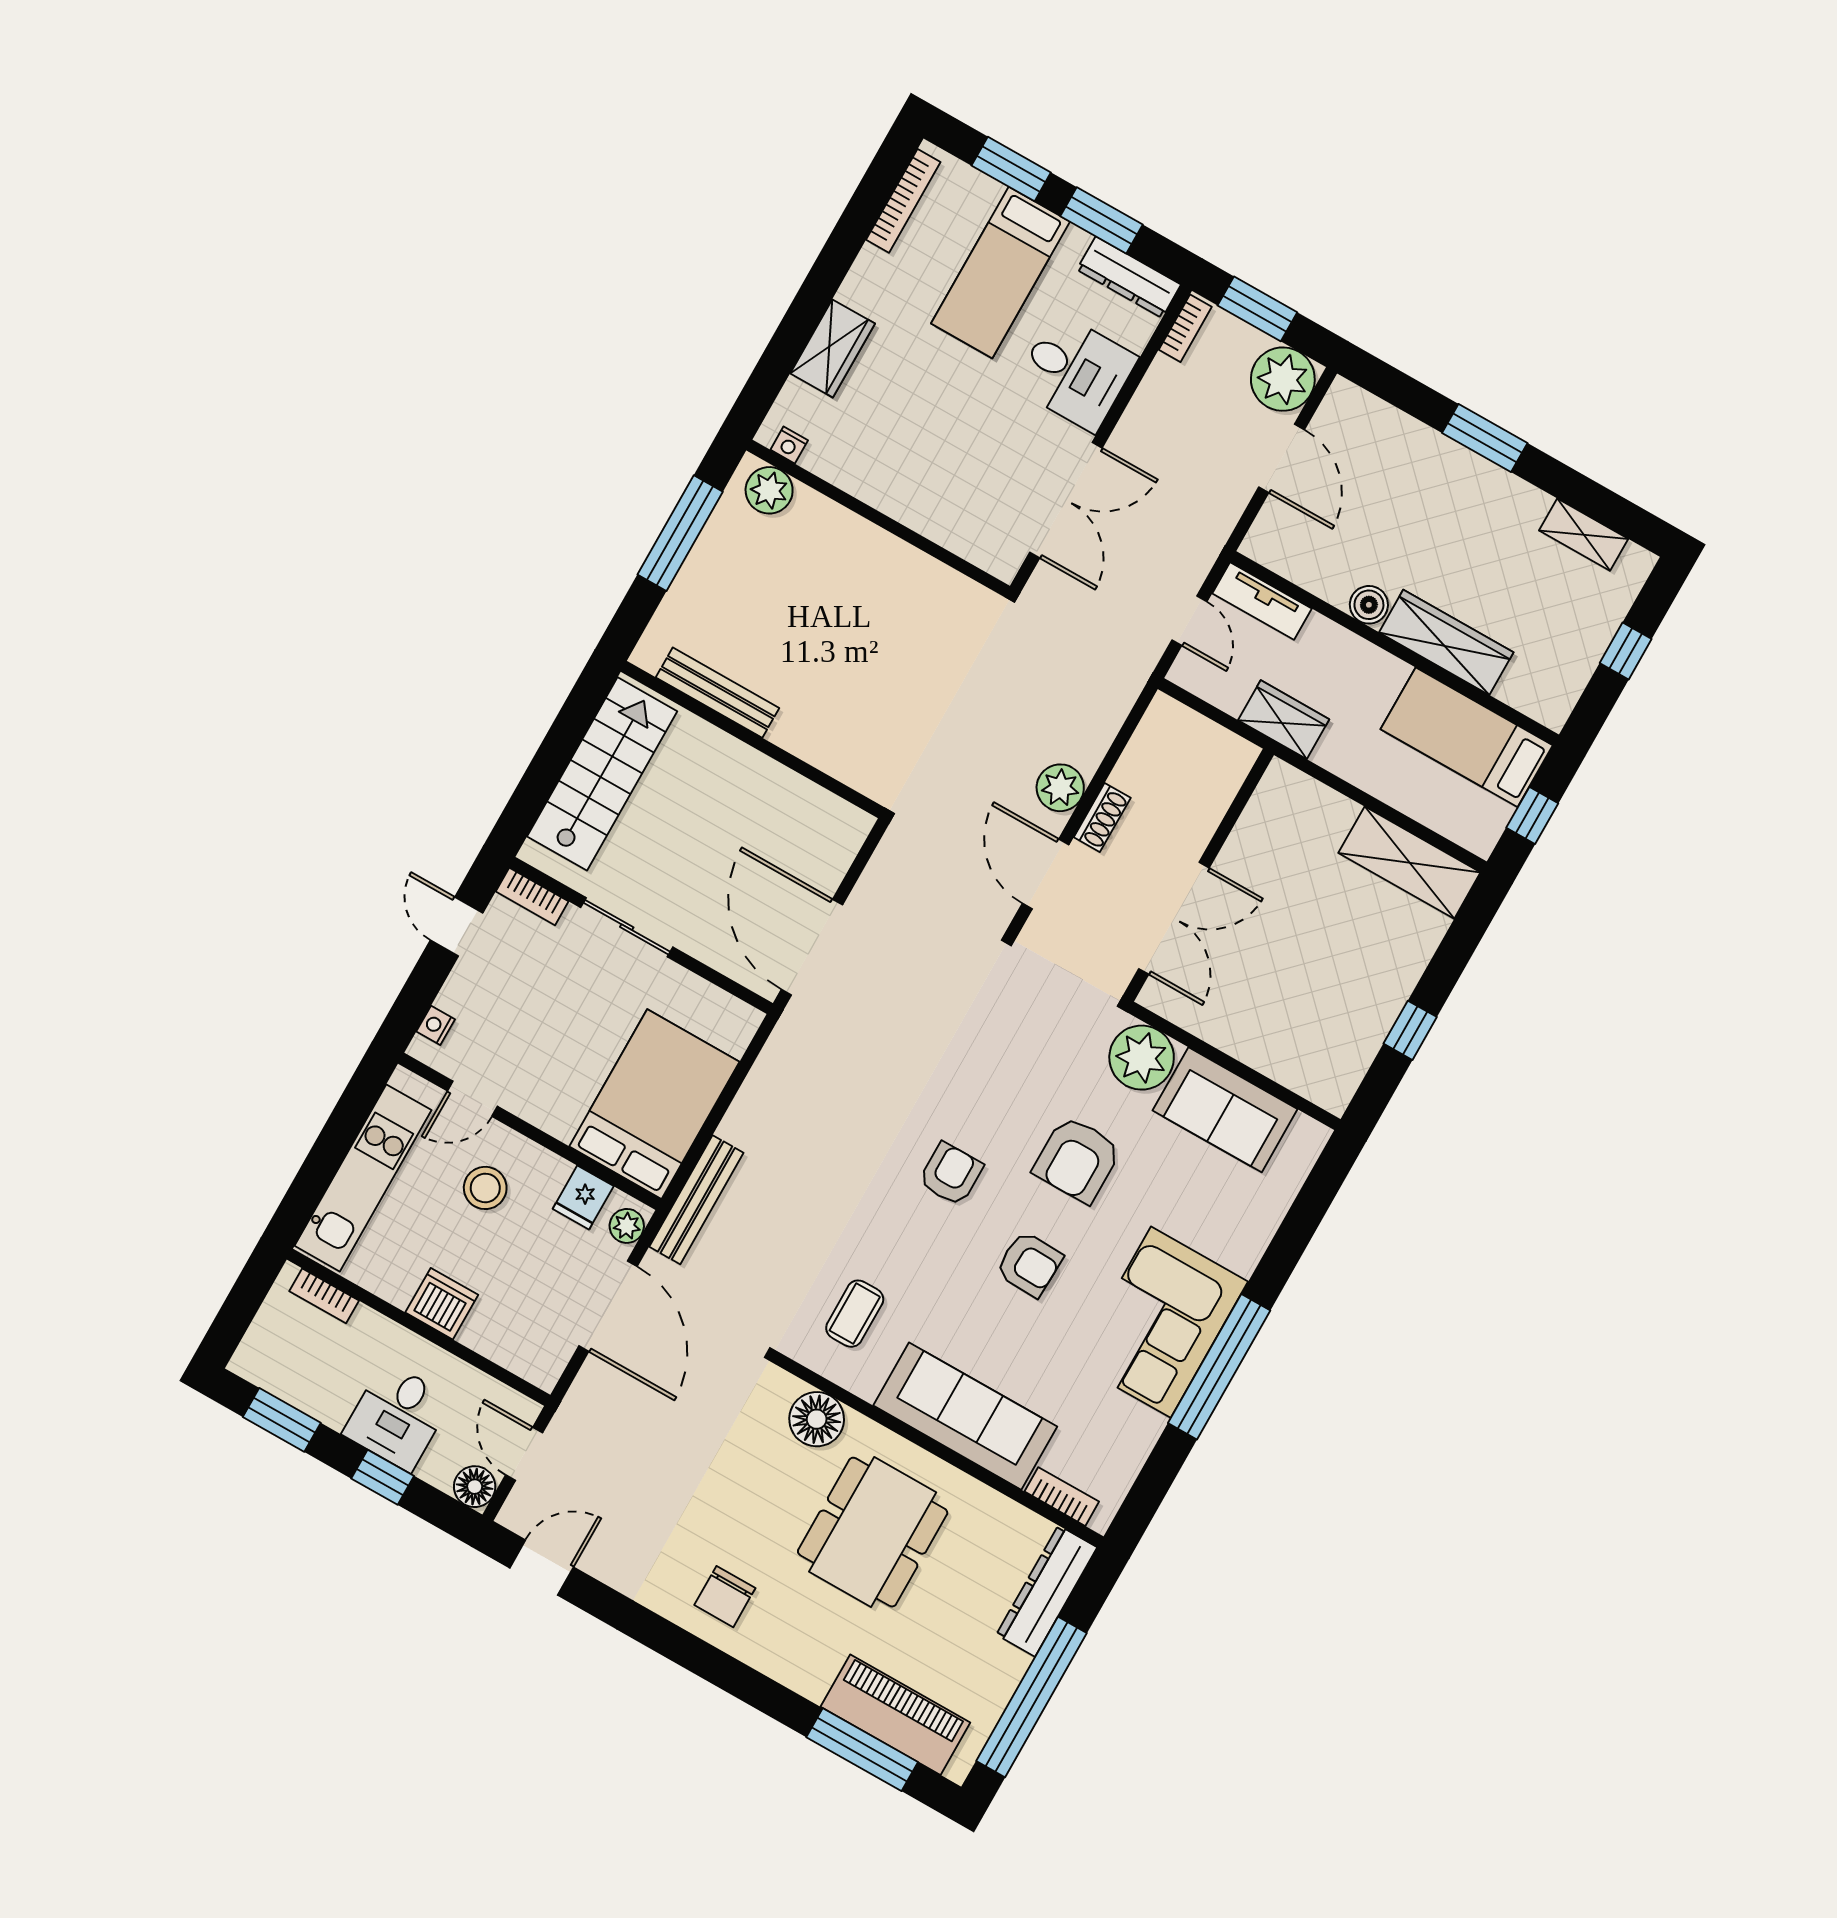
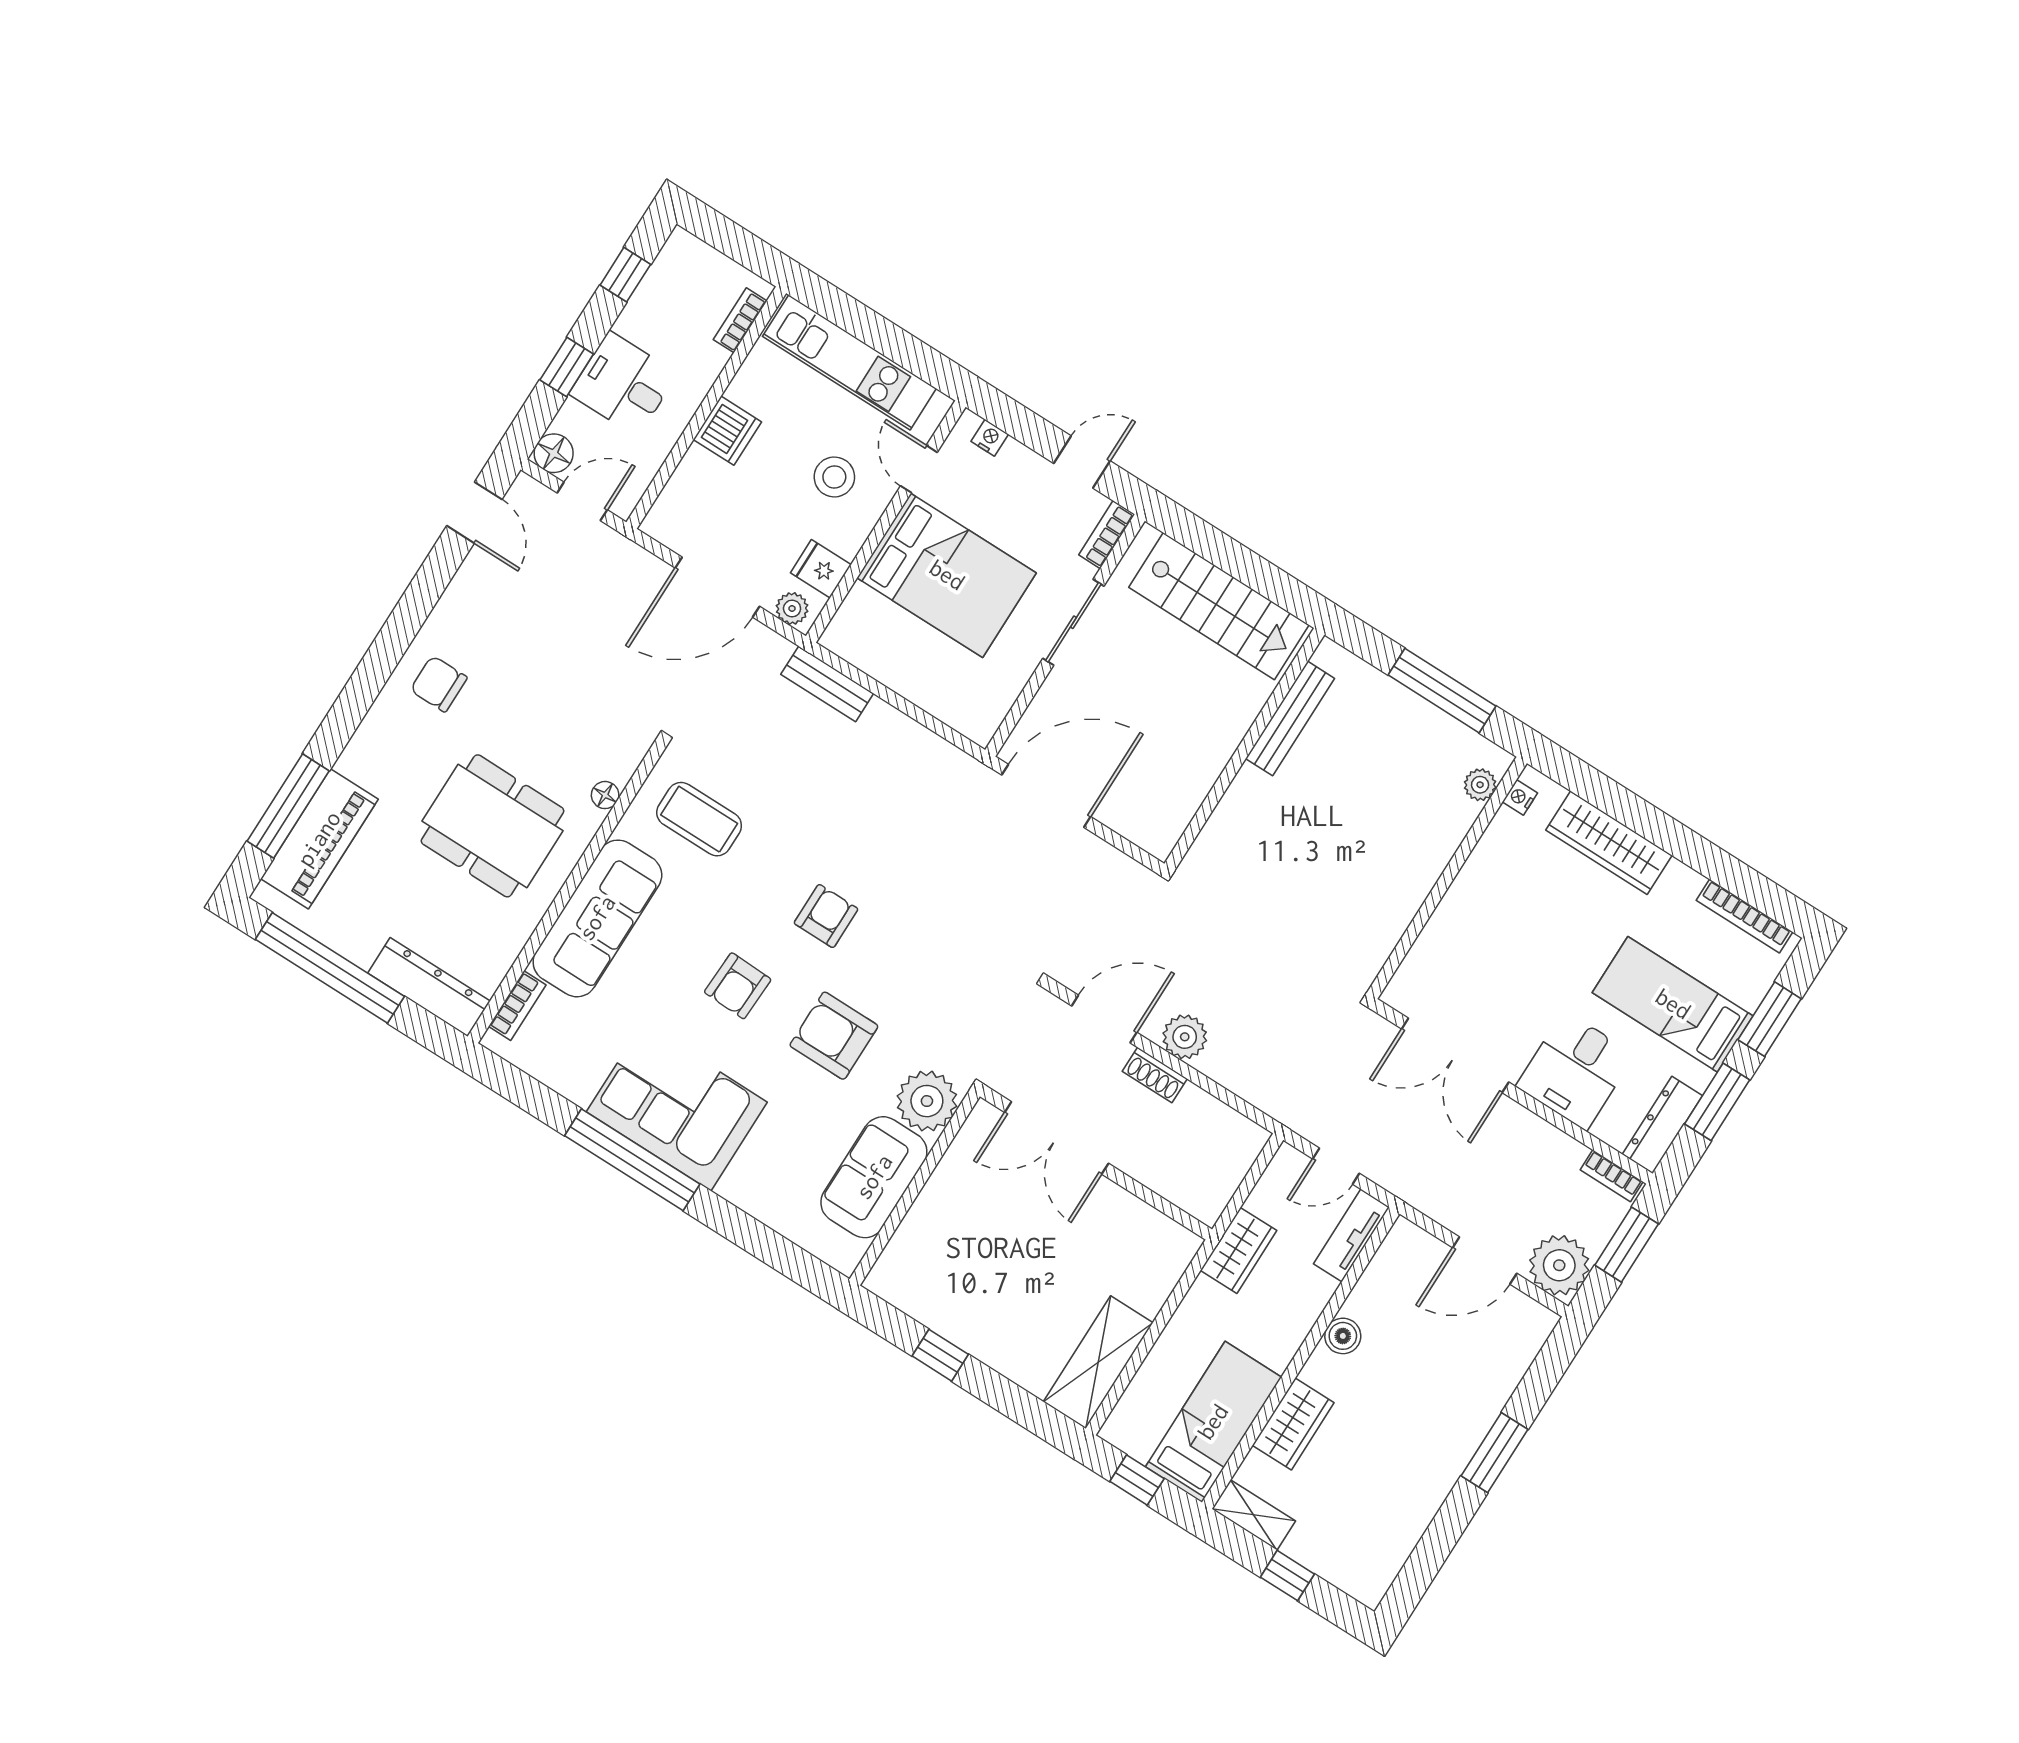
wardrobe: (833, 348) -> (1609, 843), width x1.50
plant: (769, 490) -> (1480, 785), width x0.73, depth x0.73
shelving: (1584, 535) -> (1254, 1515), moved, turned 90
wardrobe: (1446, 642) -> (1293, 1424), width x0.67
bed: (654, 1104) -> (947, 575), moved
armchair: (951, 1174) -> (826, 916), turned -90
bench: (696, 1200) -> (827, 684), width x0.73
coffee table: (855, 1314) -> (699, 819), width x1.36, depth x1.30
floor lamp: (817, 1419) -> (605, 795), width x0.53, depth x0.53
window: (282, 1420) -> (625, 275), width x0.67

